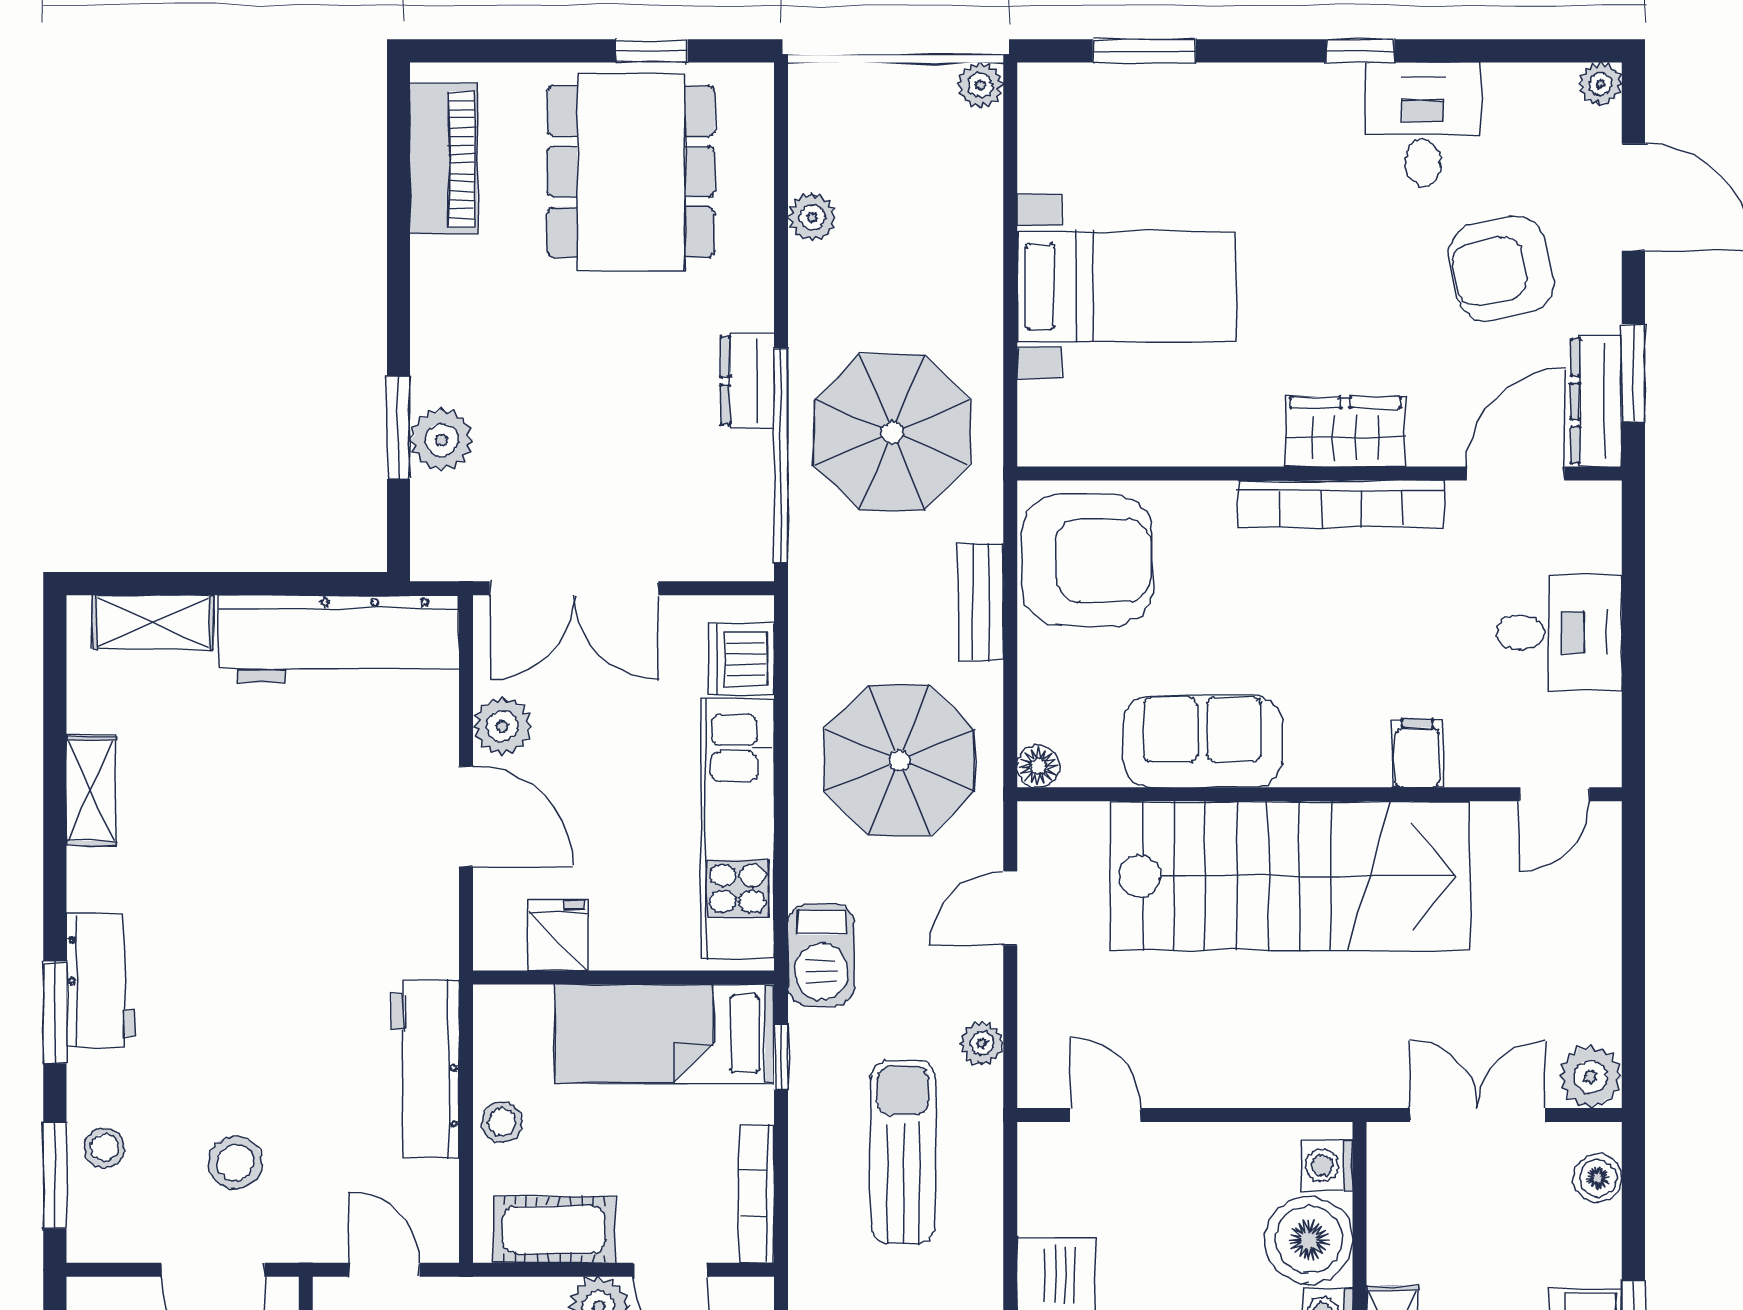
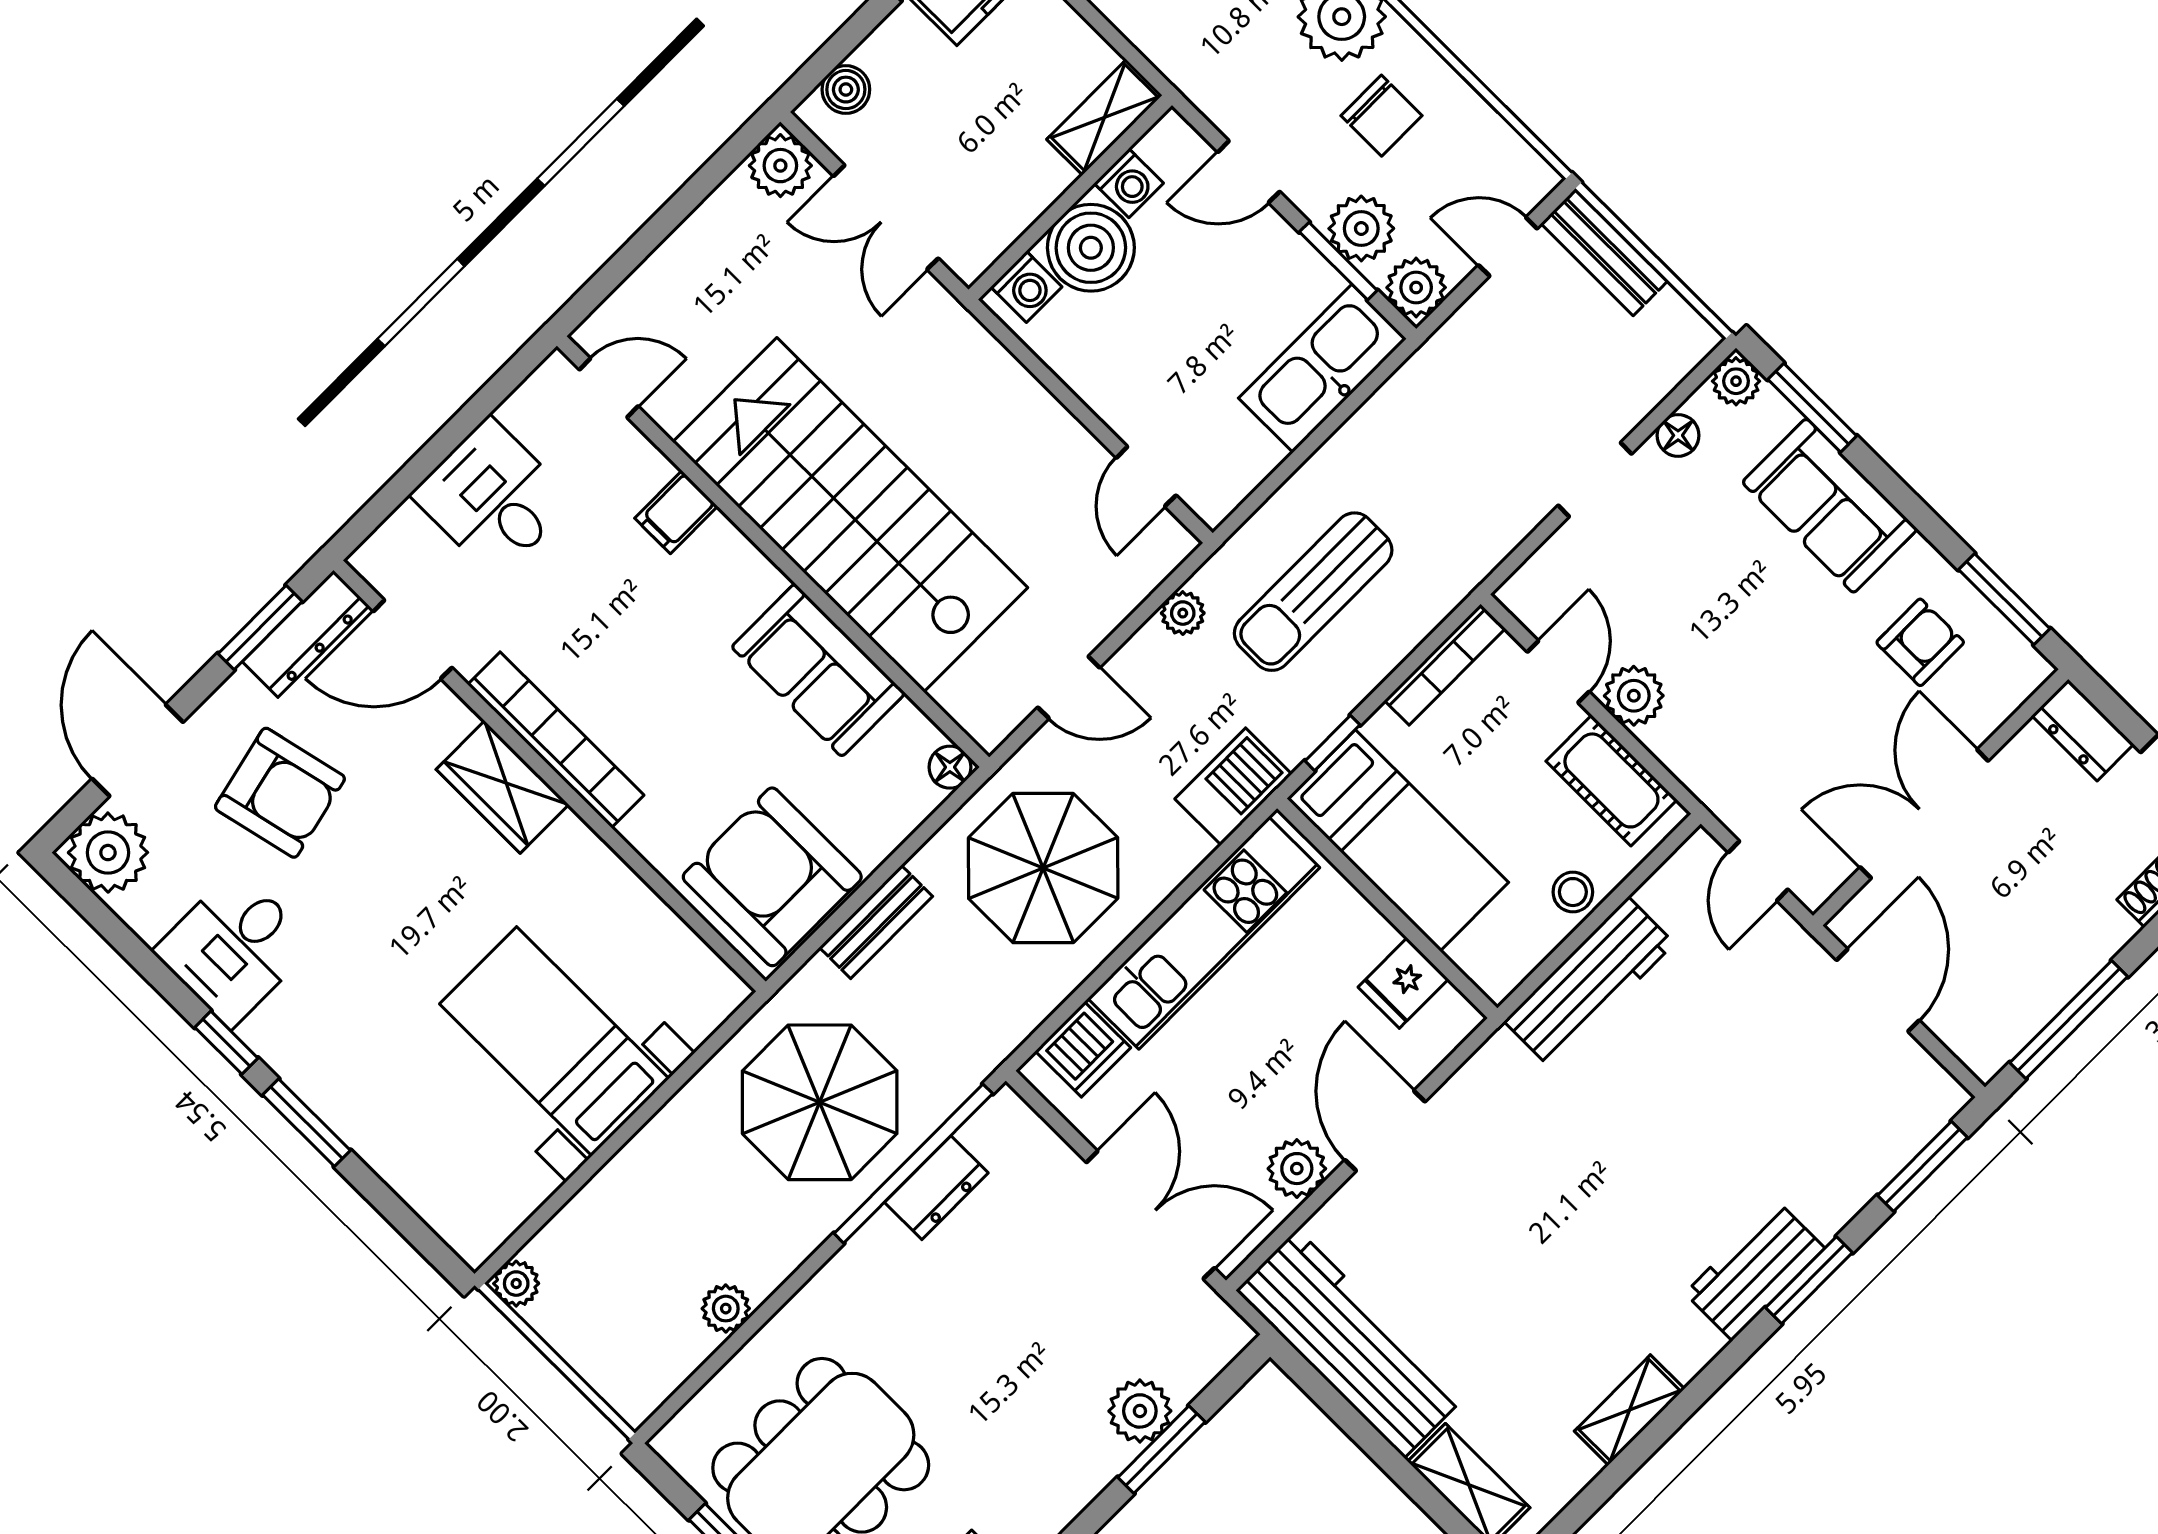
window: (1144, 51) -> (307, 1123), moved
plant: (1600, 84) -> (108, 853), width x1.87, depth x1.87
dresser: (747, 381) -> (936, 1188), moved
stool: (105, 1148) -> (1869, 1151), removed
stool: (235, 1163) -> (1788, 1050), removed

